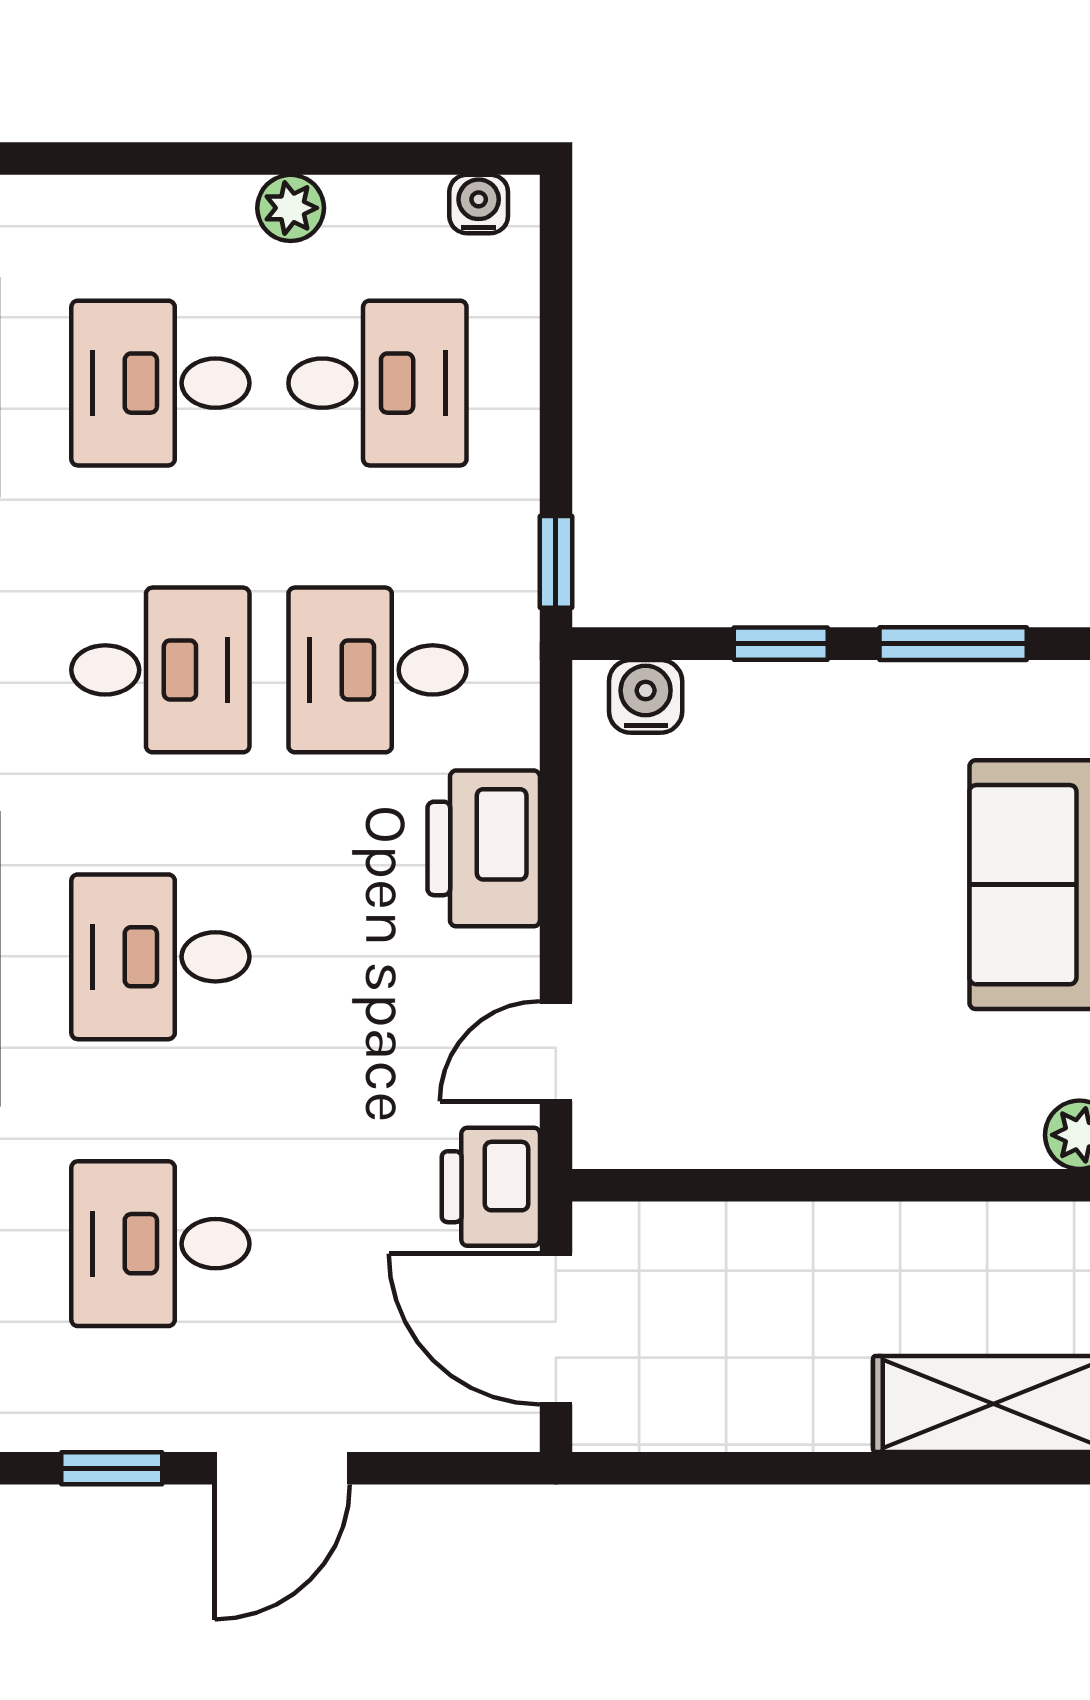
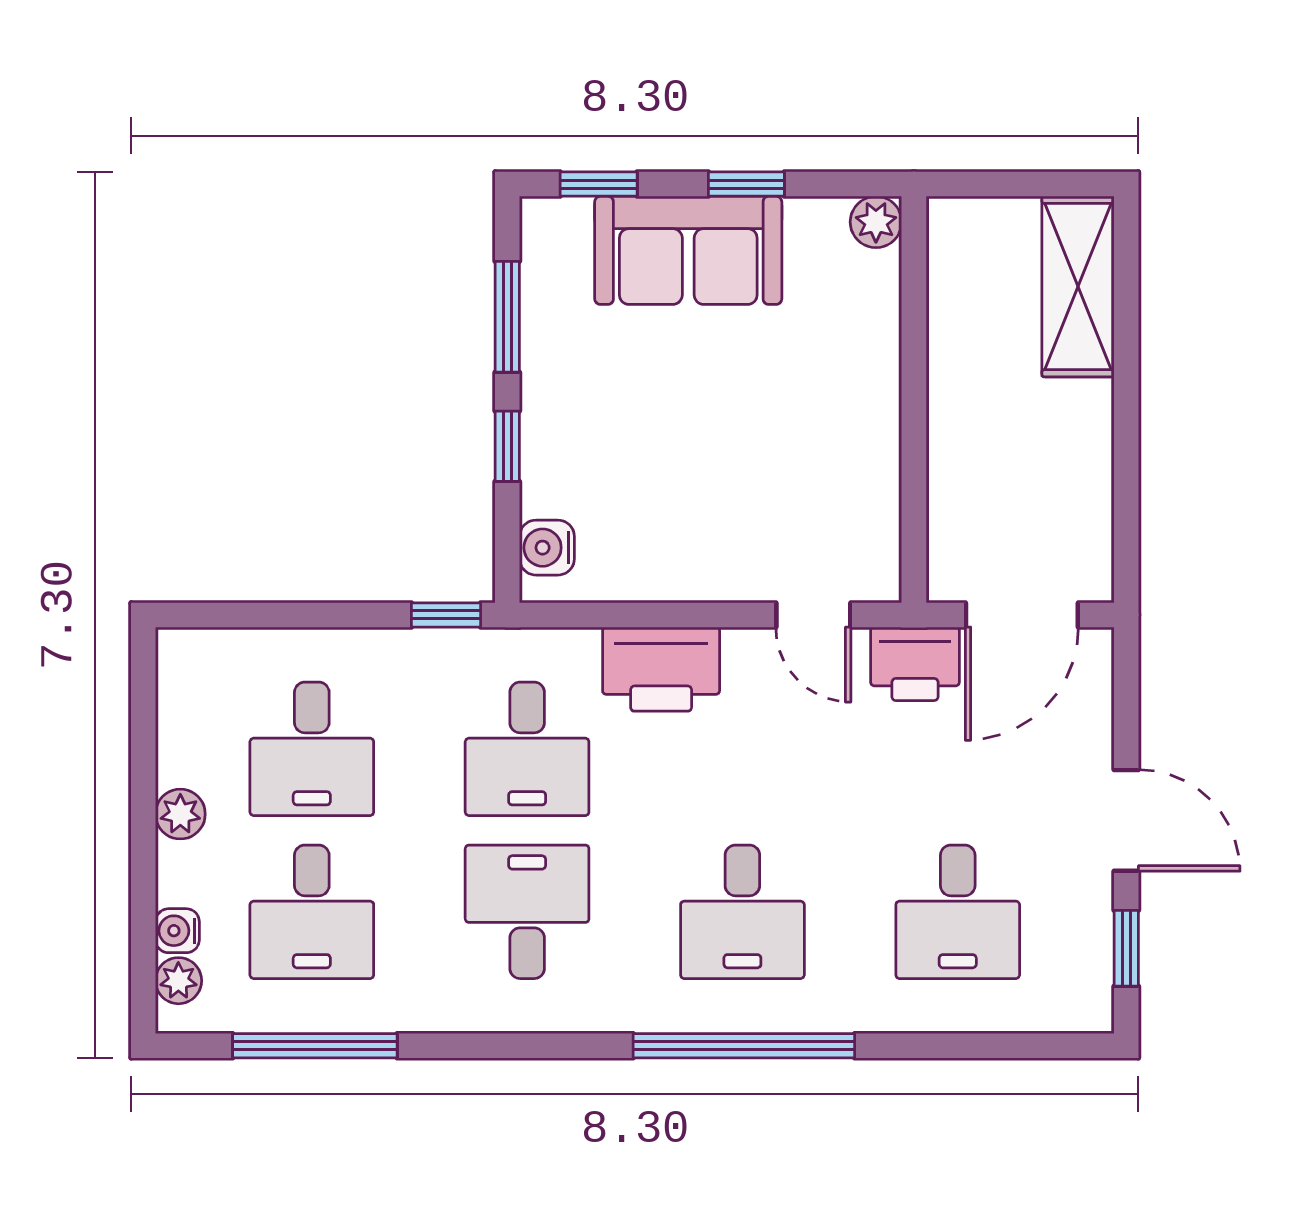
water cooler: (479, 204) -> (177, 931), moved
plant: (69, 205) -> (178, 981), added
desk: (377, 383) -> (312, 749), turned 180

